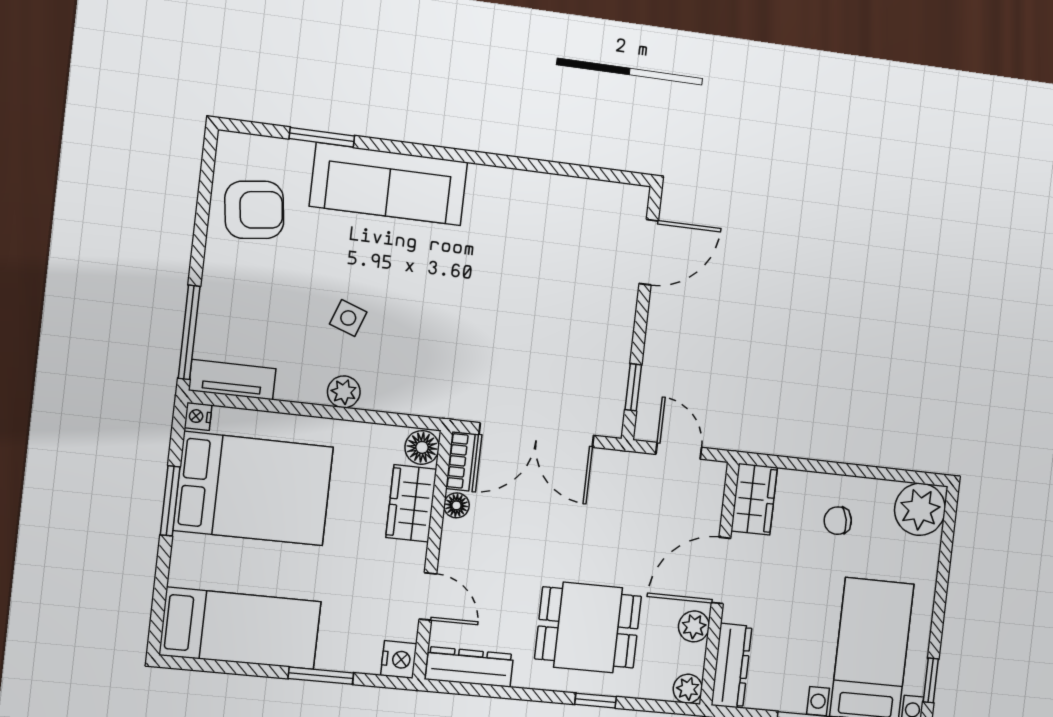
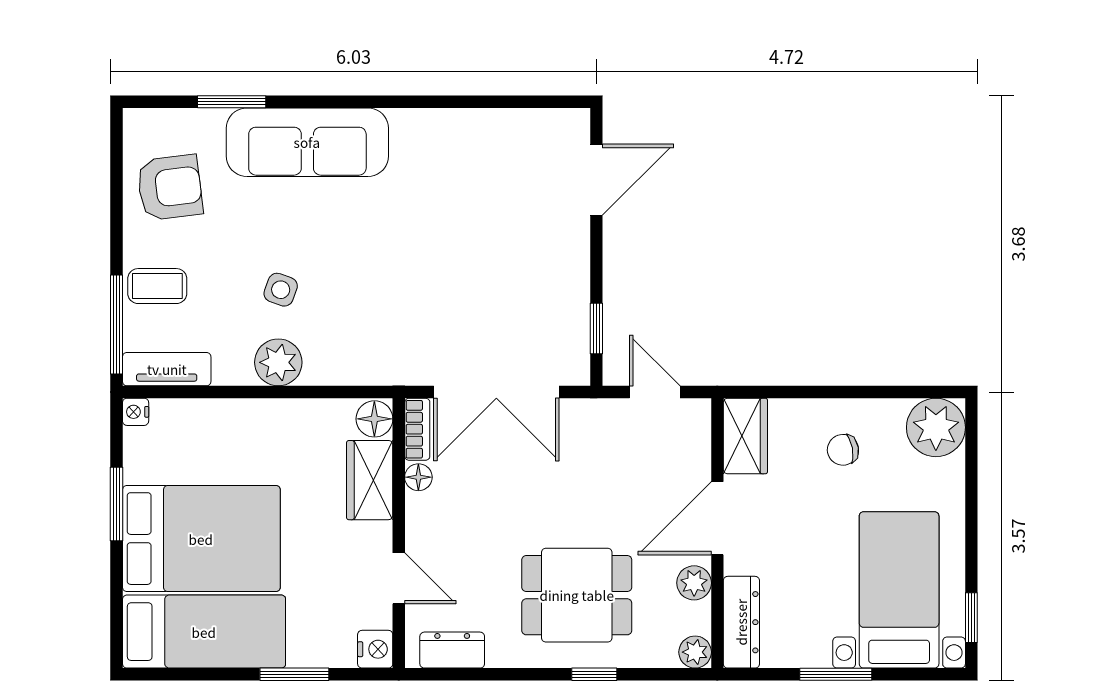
coffee table: (232, 301) -> (157, 286), added
plant: (344, 392) -> (278, 362), width x1.38, depth x1.38
bed: (253, 489) -> (201, 539), moved
dresser: (469, 667) -> (452, 650), width x0.70

